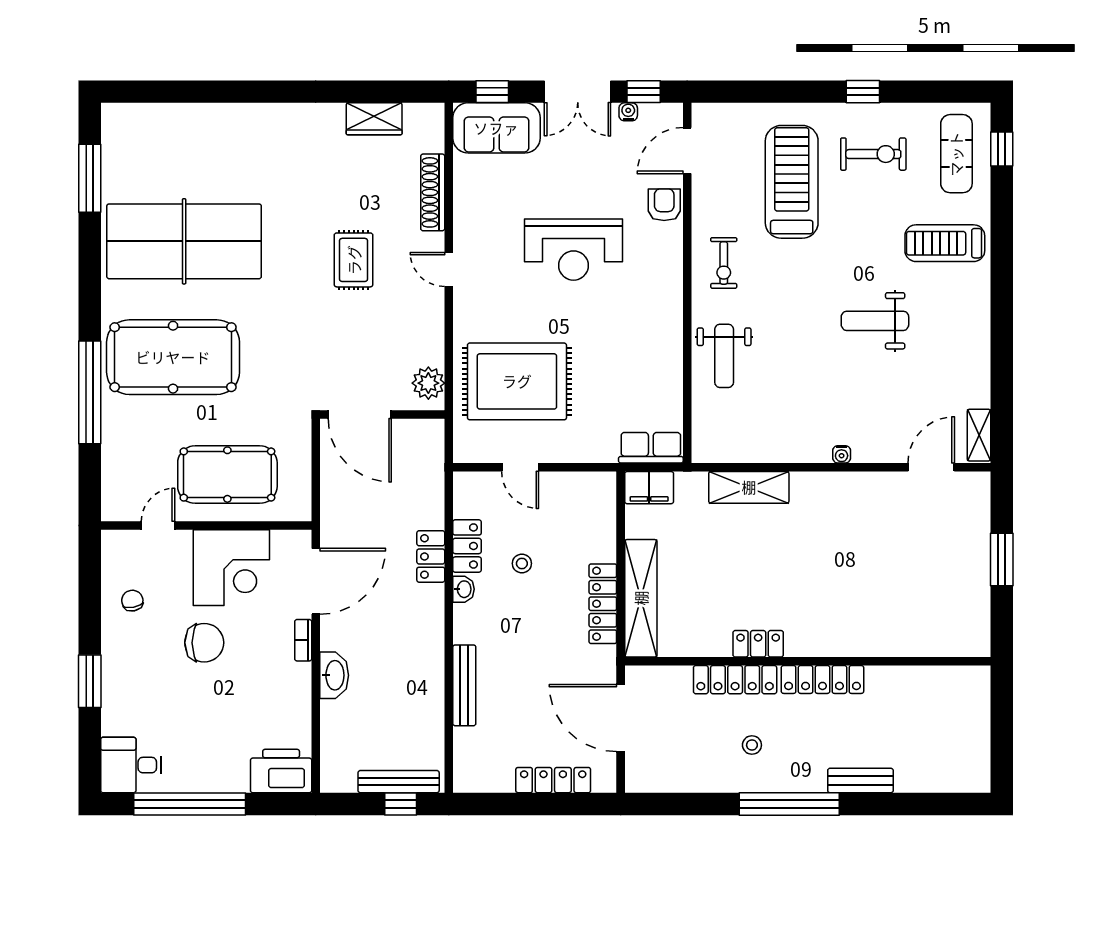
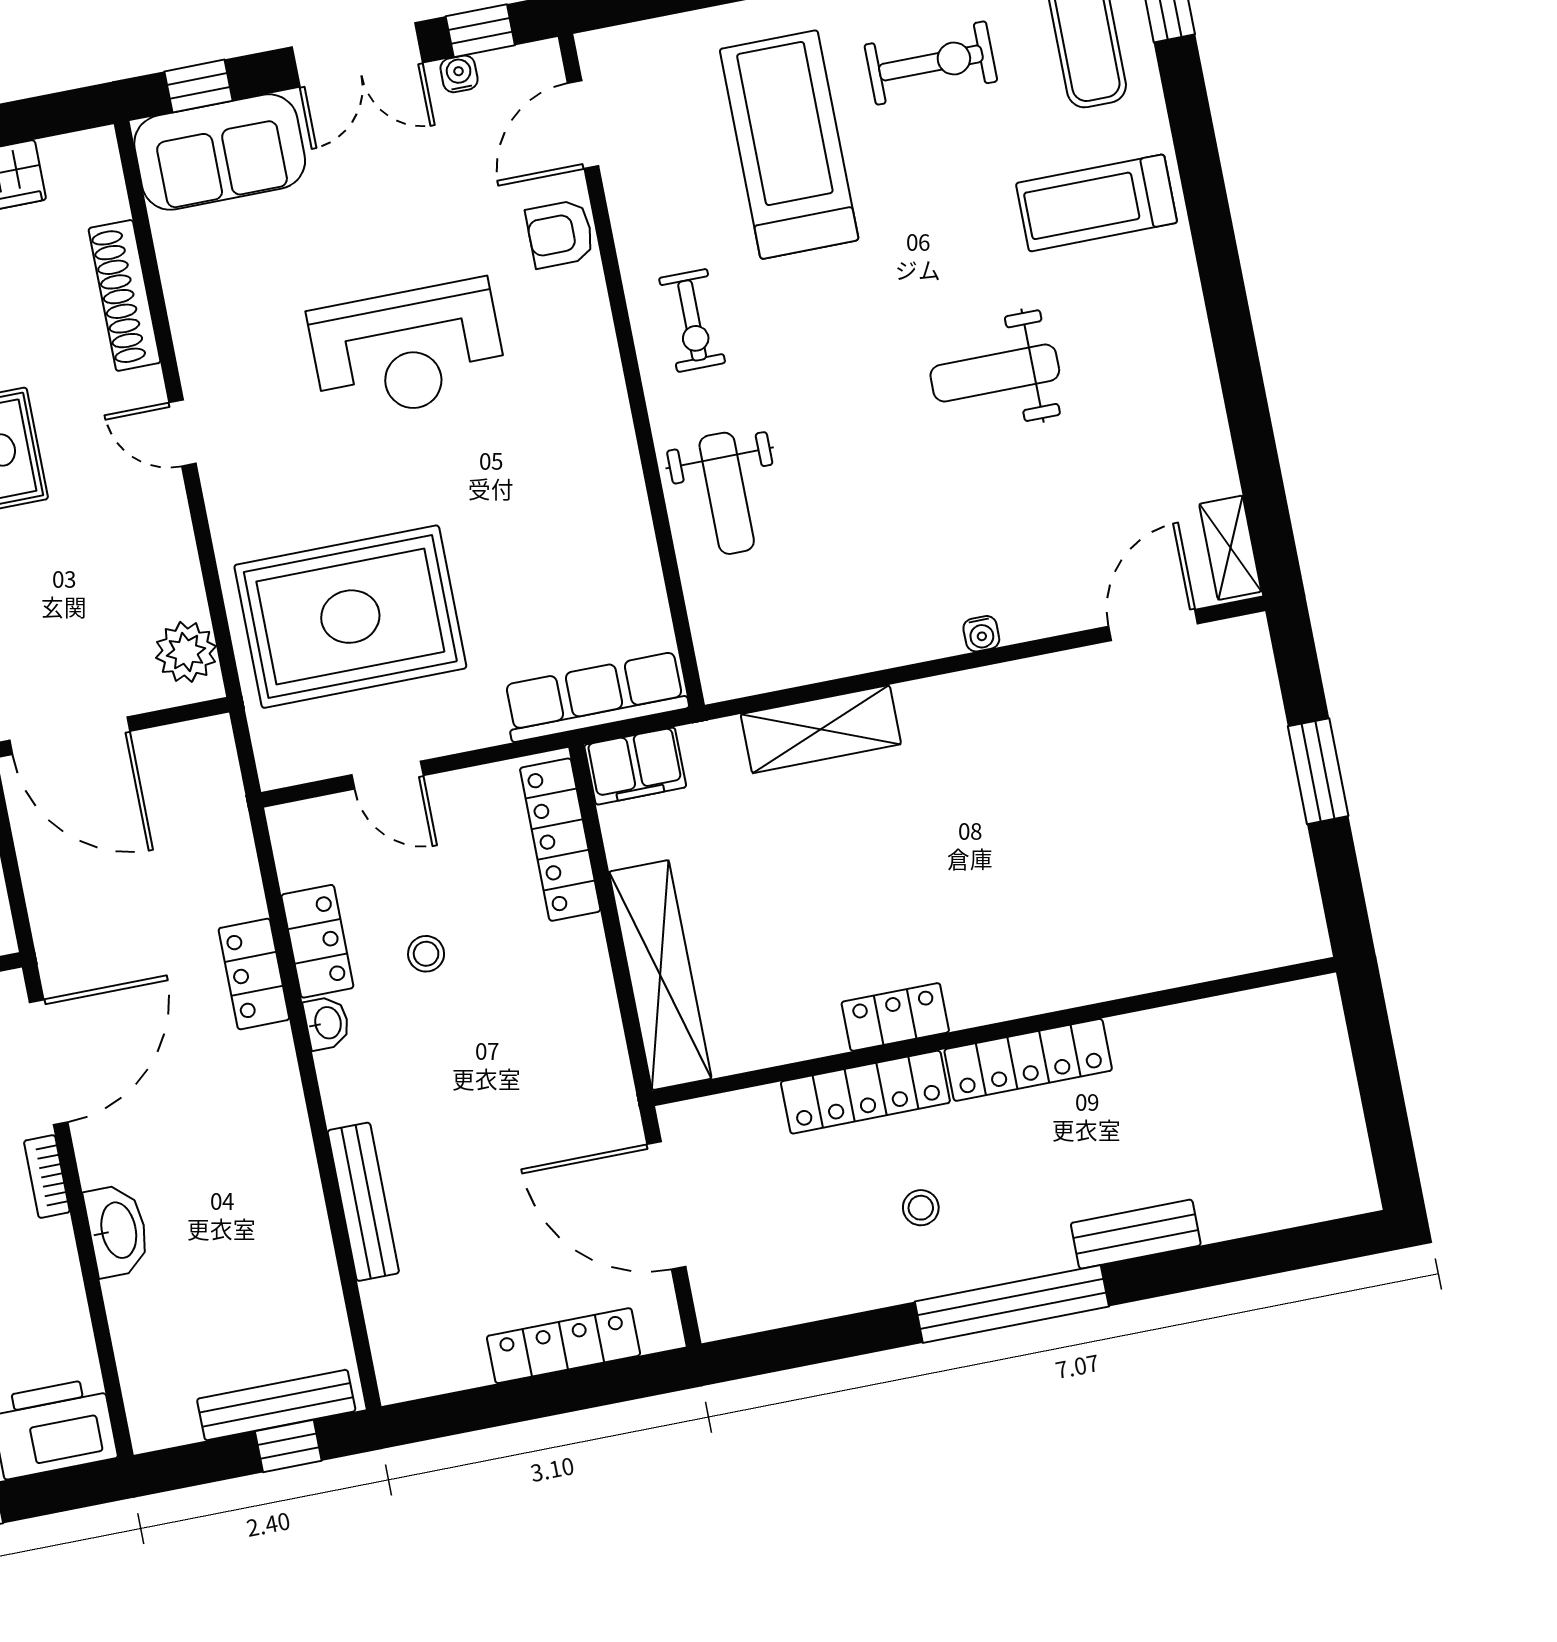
armchair: (664, 205) -> (560, 234), turned -90
row of seats: (651, 448) -> (595, 697), width x1.48
locker: (603, 604) -> (560, 840), moved

